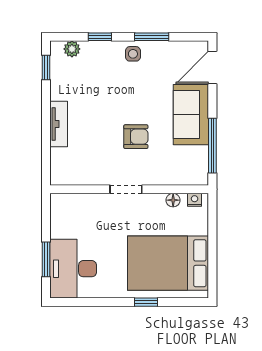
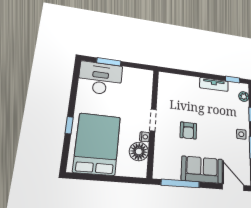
tv unit: (59, 124) -> (214, 84), moved
floor lamp: (173, 200) -> (139, 152), width x1.89, depth x1.89
nightstand: (195, 200) -> (145, 137), moved

